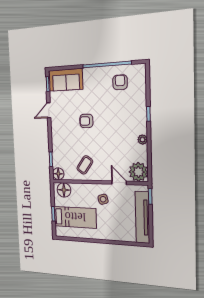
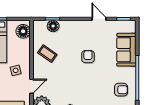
sofa: (66, 80) -> (126, 50), moved
floor lamp: (58, 174) -> (53, 26), moved

